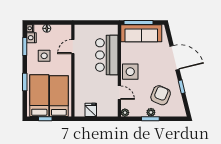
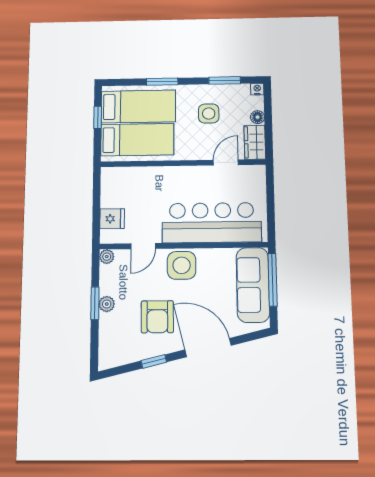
wardrobe: (61, 30) -> (255, 142), added
nightstand: (31, 38) -> (240, 91), removed
door: (73, 47) -> (226, 162), hinge flipped
bar counter: (107, 55) -> (212, 223), width x1.36
door: (175, 58) -> (208, 348), swing flipped
armchair: (161, 95) -> (157, 317), moved, turned 68
fridge: (91, 110) -> (112, 219), moved

